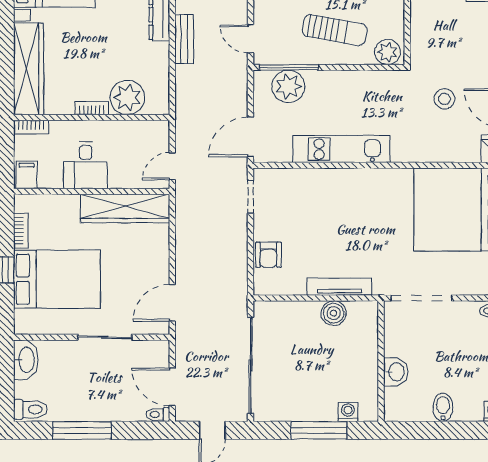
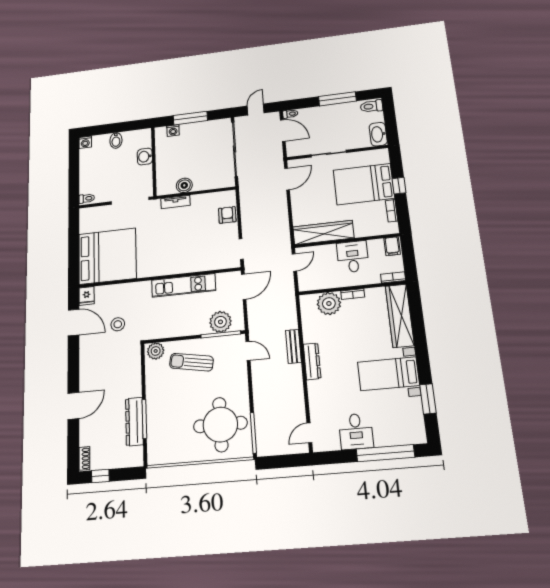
tv unit: (339, 287) -> (175, 202), width x0.71

